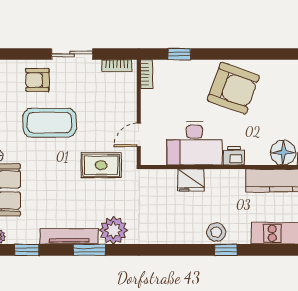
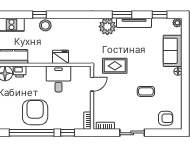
window: (239, 54) -> (32, 133), added
armchair: (37, 80) -> (166, 118), moved
armchair: (233, 88) -> (35, 112), turned 70
coffee table: (49, 123) -> (146, 91), width x0.54, depth x0.58
desk: (194, 143) -> (58, 79), width x0.73
printer: (234, 156) -> (20, 72), moved

